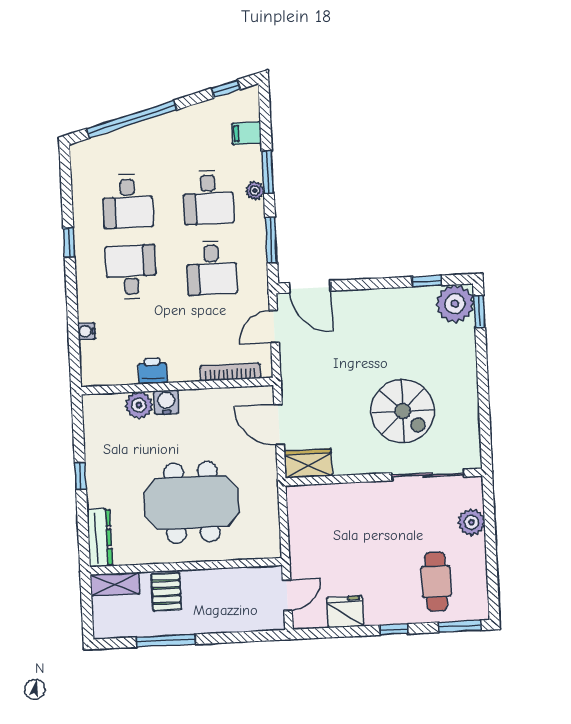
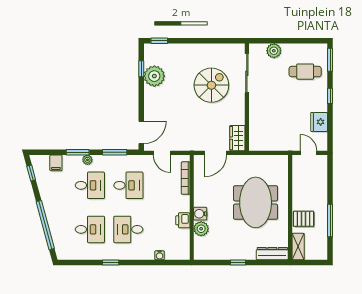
plant: (455, 304) -> (154, 76), moved

